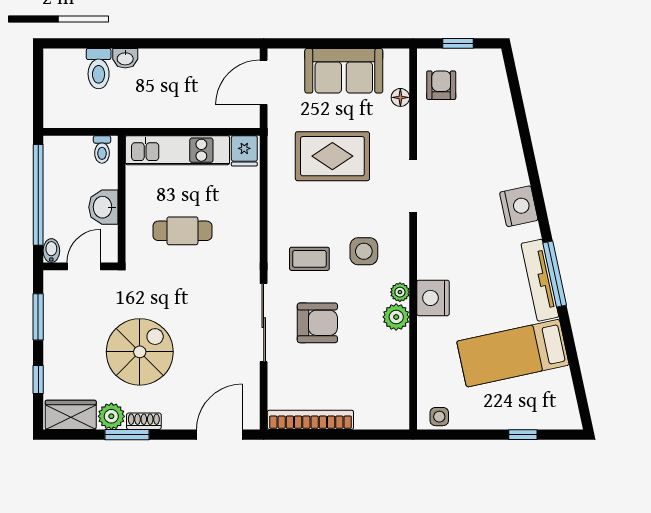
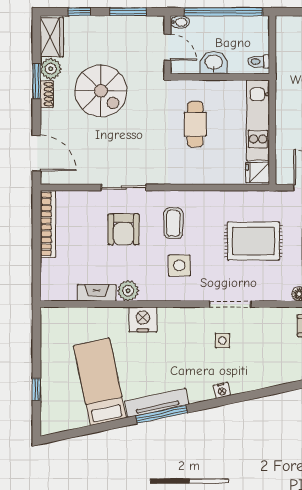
rug: (332, 156) -> (253, 241), turned 90
nightstand: (519, 206) -> (222, 390), width x0.53, depth x0.56
plant: (400, 292) -> (147, 294), removed
sliding door: (264, 323) -> (124, 188), width x0.73
fireplace: (399, 357) -> (97, 293), added
side table: (439, 417) -> (222, 341), moved

